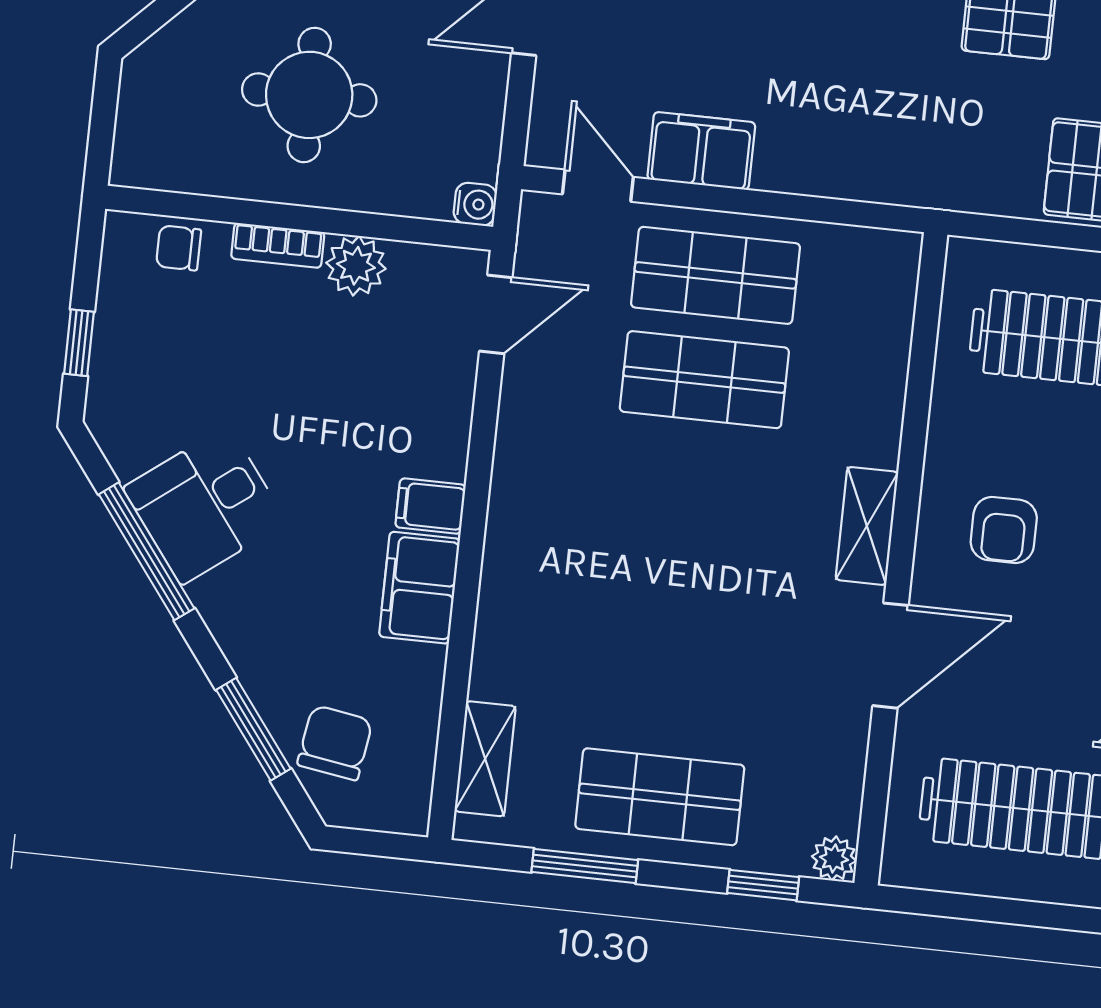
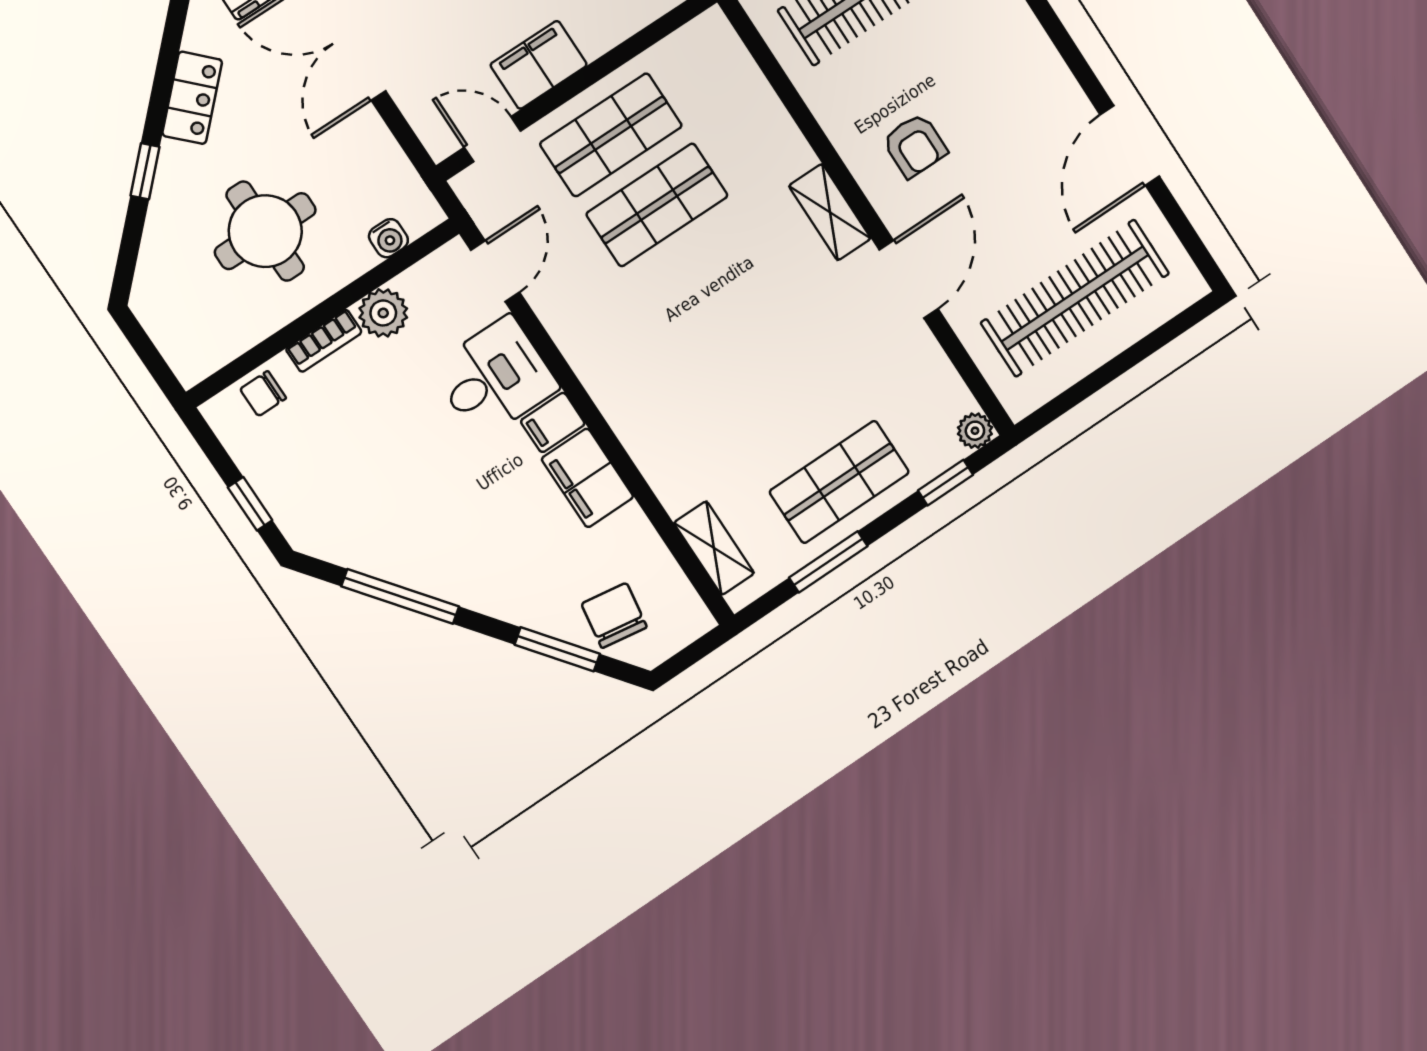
water cooler: (475, 204) -> (388, 238), moved, turned 90
desk: (205, 505) -> (495, 378), moved, turned -143

